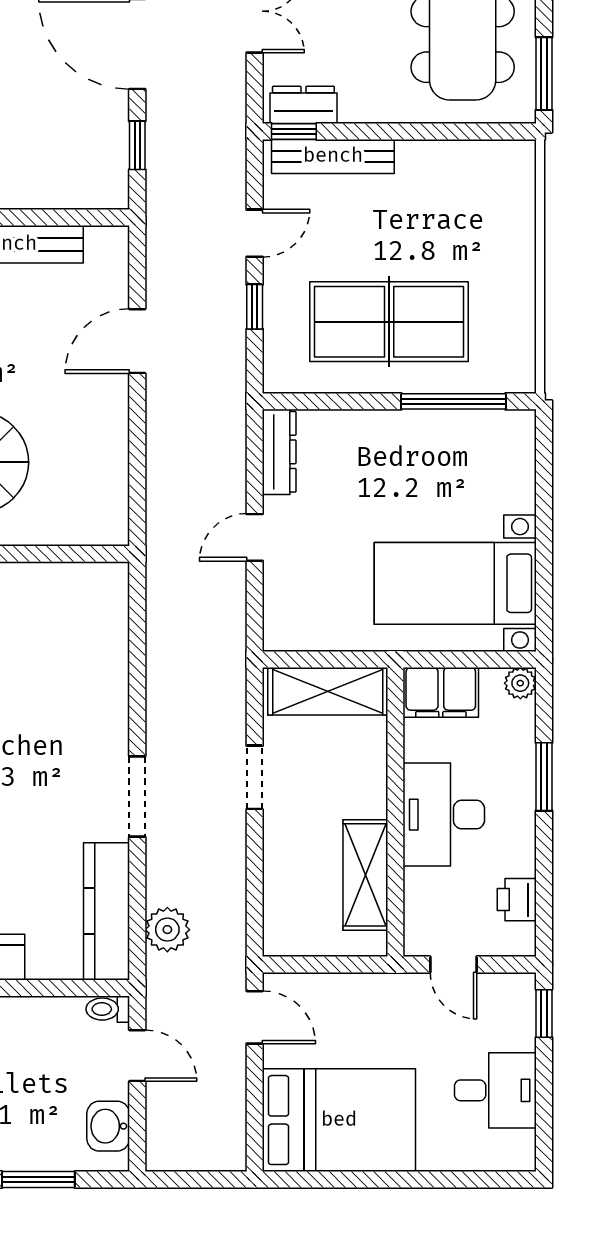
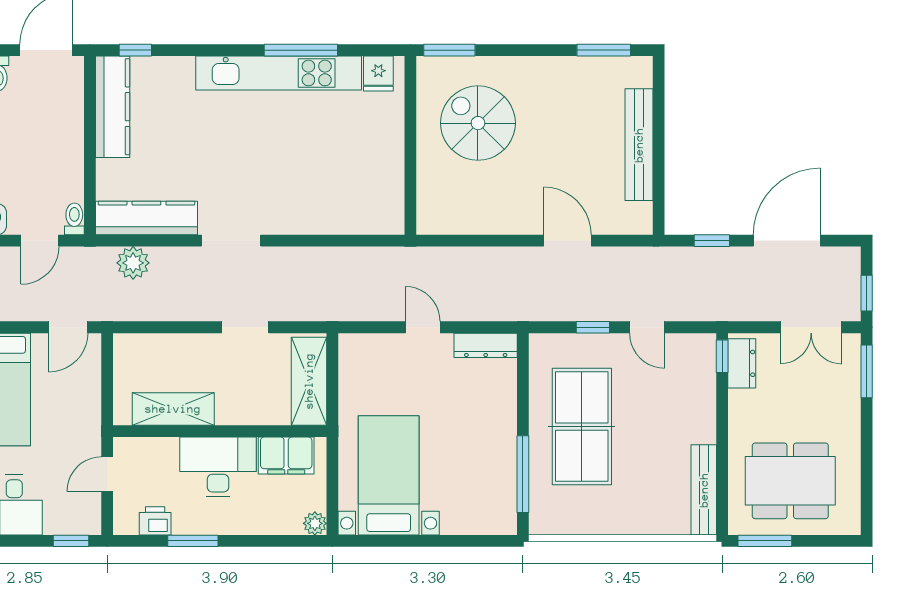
bench: (333, 156) -> (704, 490), moved
filing cabinet: (441, 692) -> (286, 455), moved, turned -90
window: (544, 777) -> (193, 541), moved

